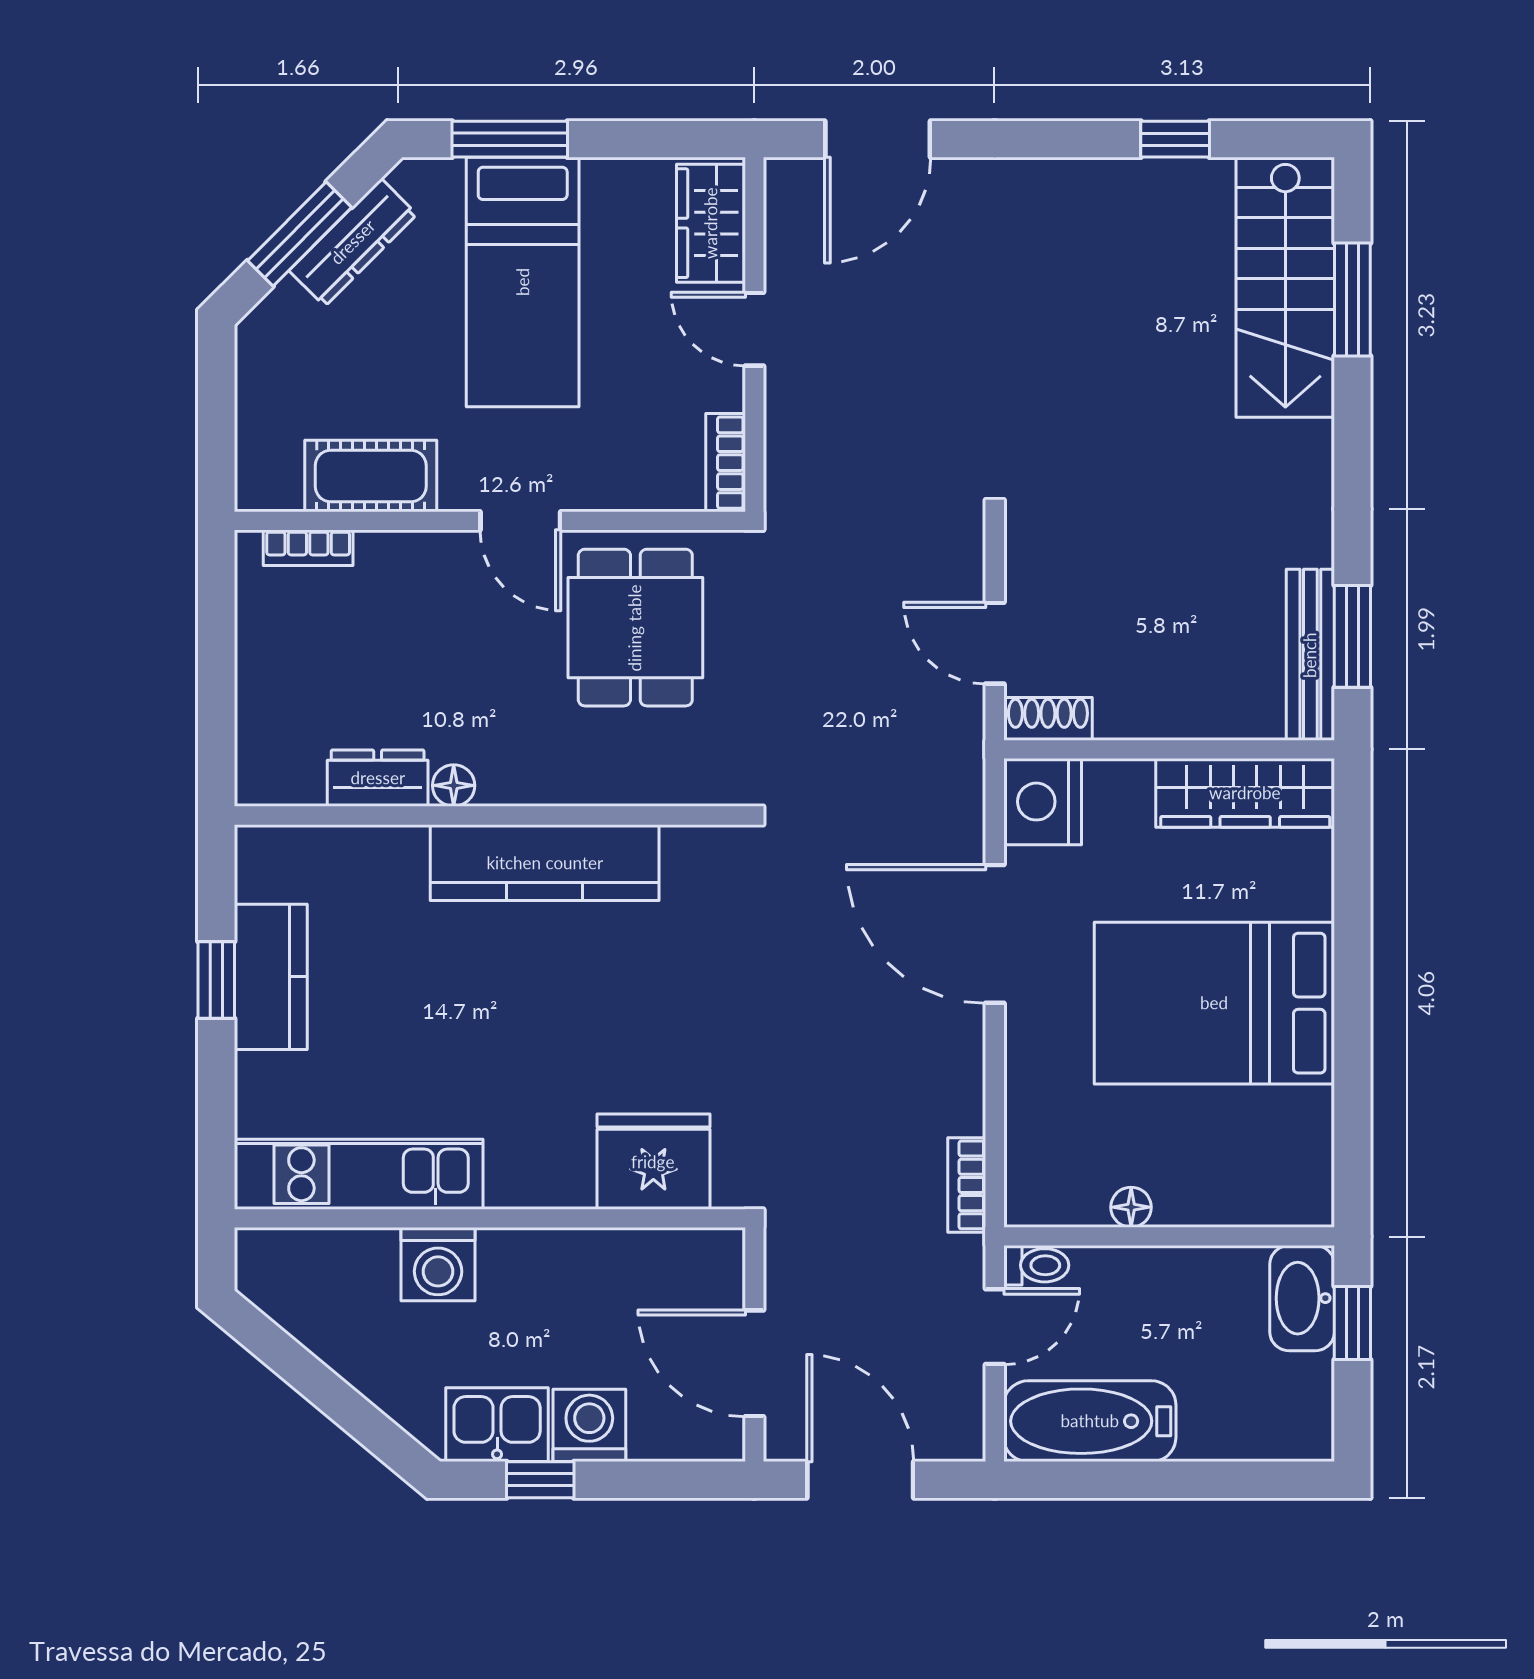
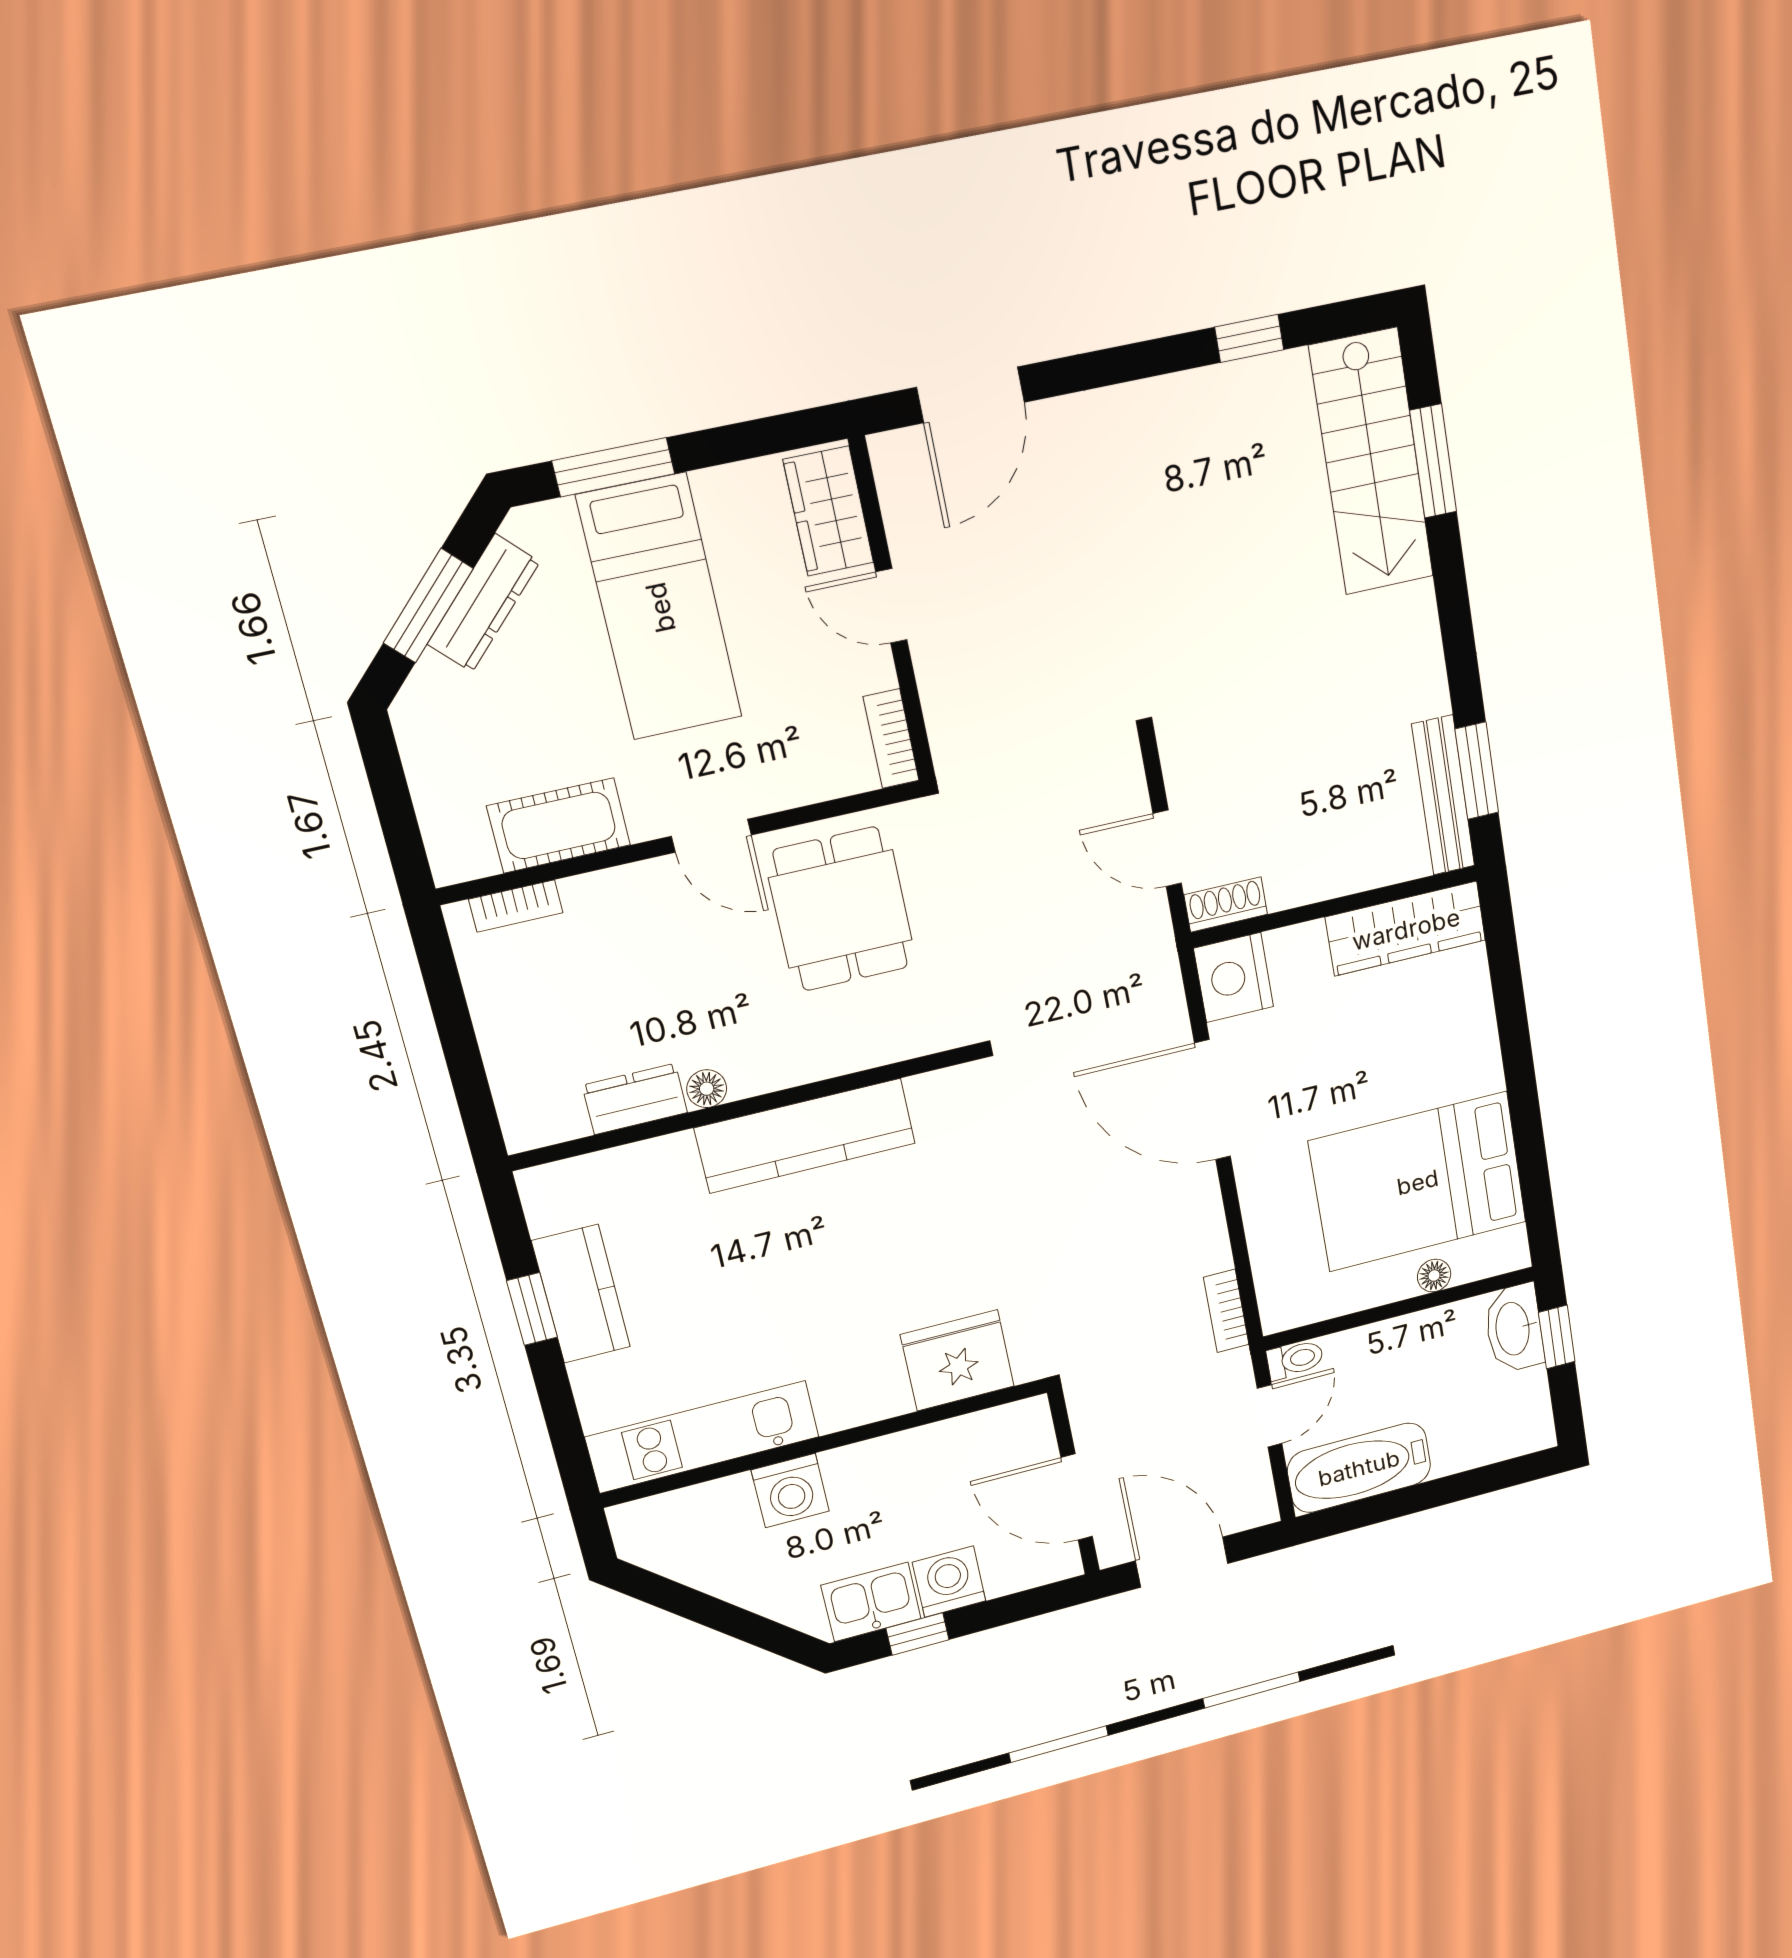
bed: (1214, 1003) -> (1418, 1182), moved
floor lamp: (1131, 1207) -> (1434, 1276), moved

